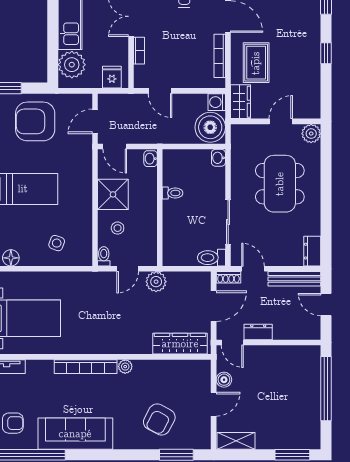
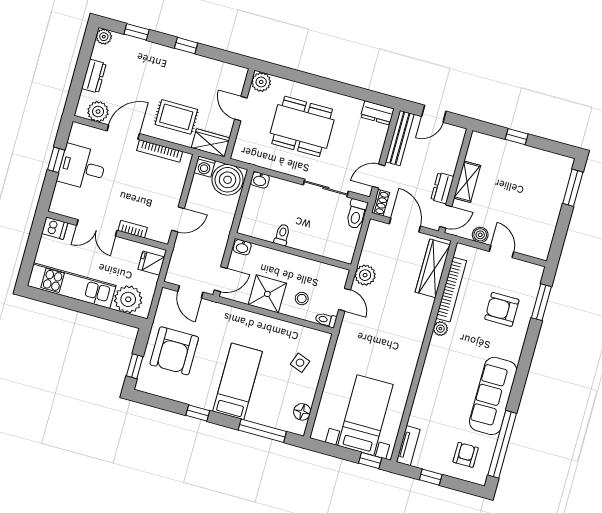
bookcase: (86, 367) -> (451, 290), moved
window: (326, 389) -> (517, 137), width x0.32
armchair: (159, 419) -> (502, 309), turned 152
shelving: (236, 441) -> (467, 182), moved

